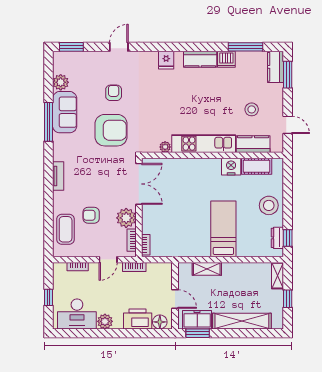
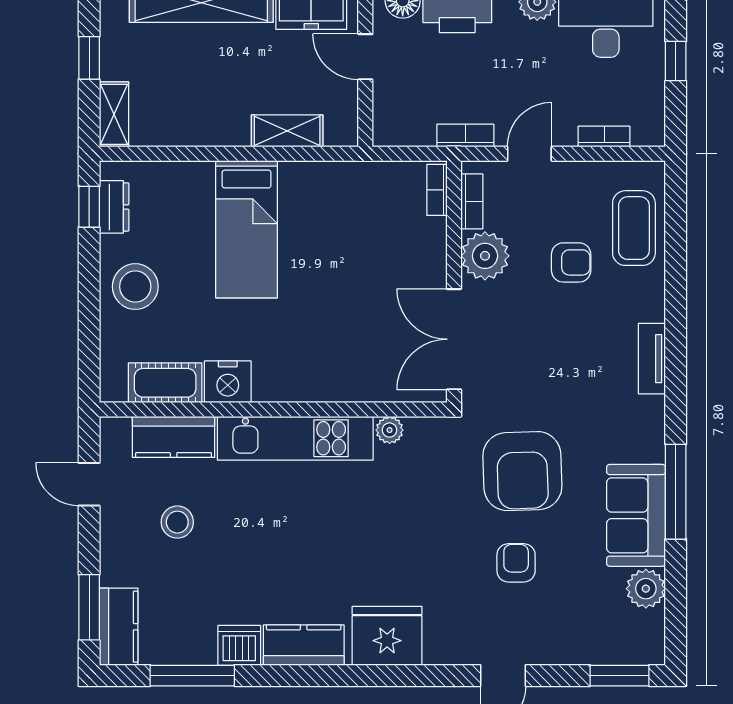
fridge: (166, 60) -> (387, 636), width x1.88, depth x1.34
armchair: (114, 93) -> (516, 563), turned 180
armchair: (111, 130) -> (522, 471), turned -92

